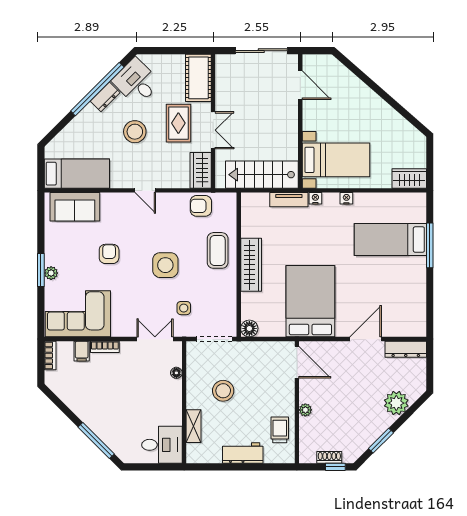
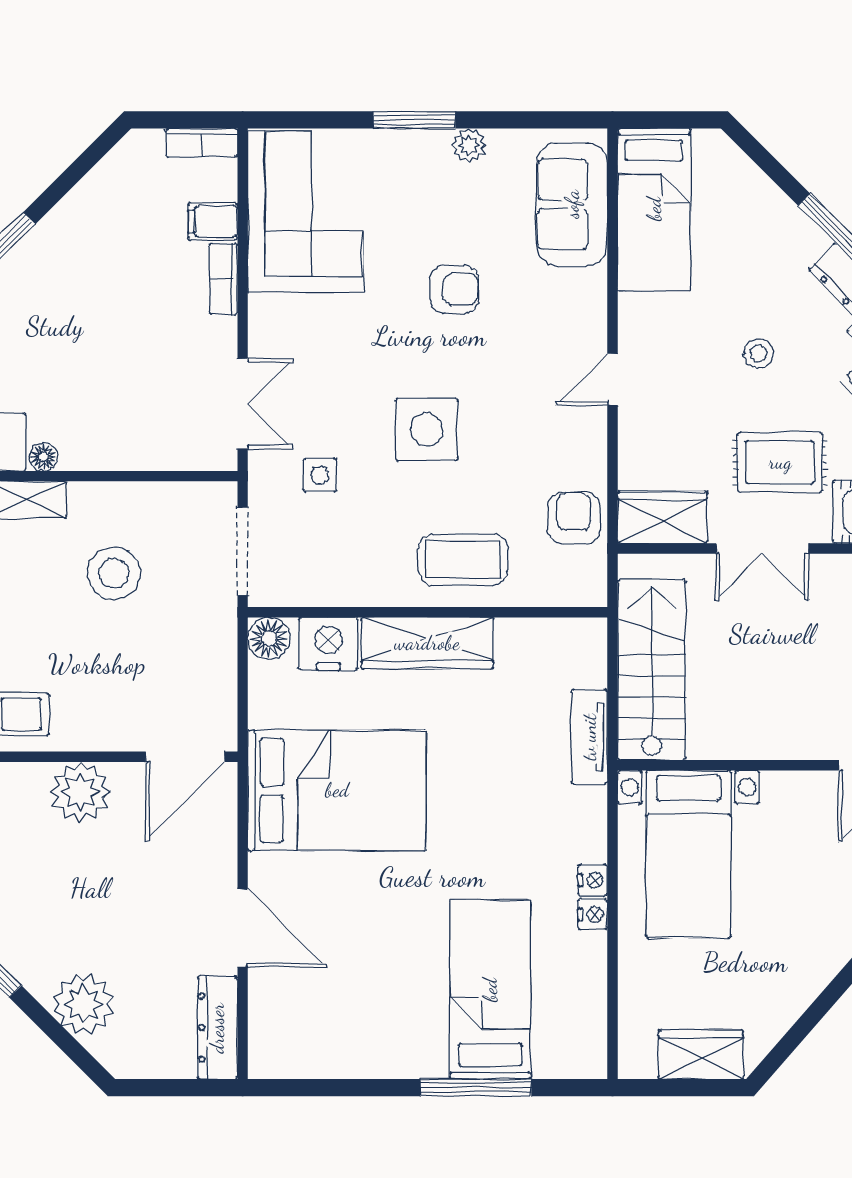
stool: (135, 132) -> (759, 354), width x0.53, depth x0.53
wardrobe: (409, 178) -> (701, 1054), moved, turned -90
nightstand: (315, 198) -> (593, 915), moved
plant: (51, 273) -> (469, 145), moved
nightstand: (251, 305) -> (328, 644), added
floor lamp: (176, 373) -> (43, 457), moved
plant: (305, 410) -> (80, 792), width x1.88, depth x1.88

